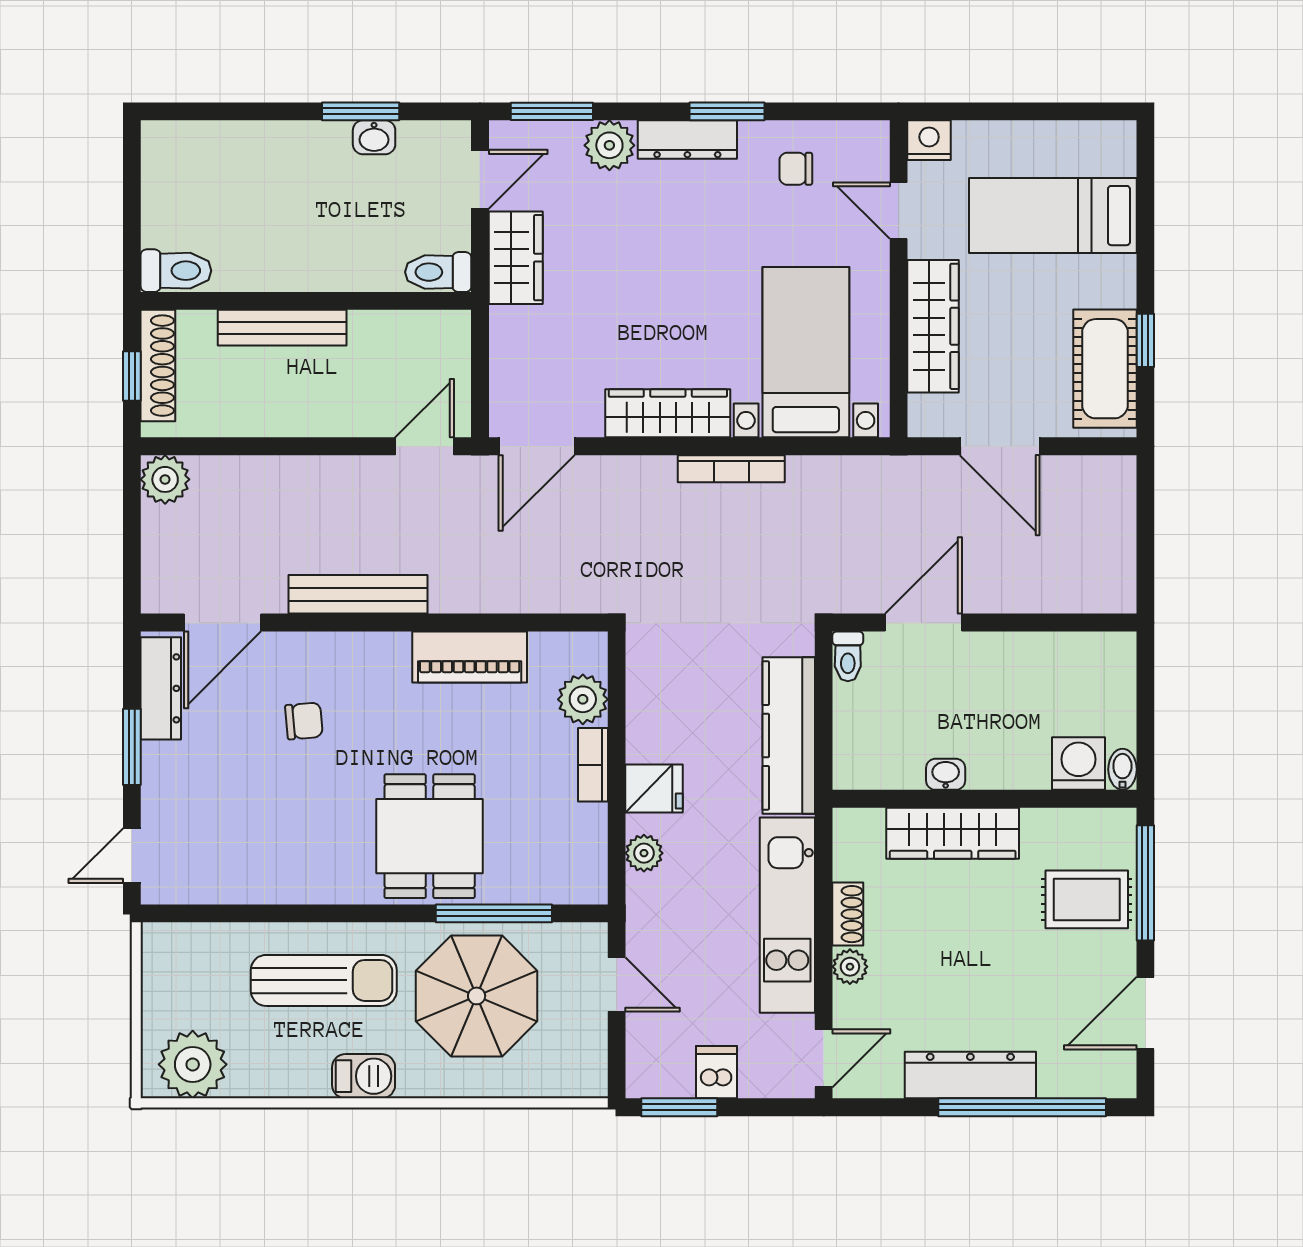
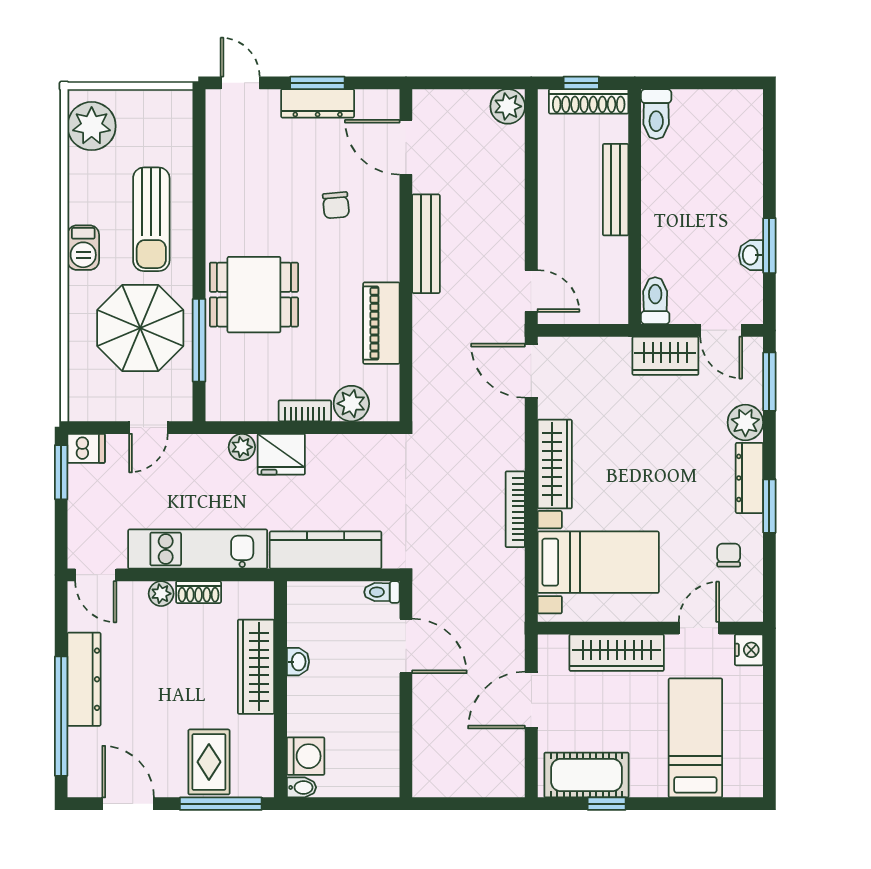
dresser: (161, 688) -> (318, 103), moved
fridge: (654, 789) -> (281, 454), width x1.38
dishwasher: (716, 1072) -> (86, 448), moved

